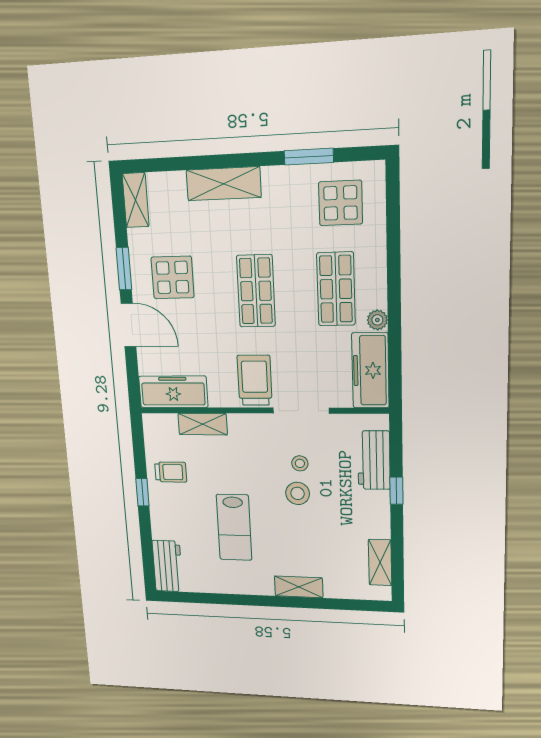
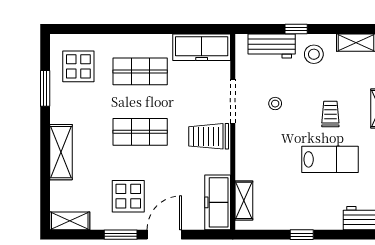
plant: (377, 320) -> (164, 41), removed
shelving: (203, 424) -> (244, 200), moved
trolley: (171, 472) -> (330, 114), moved
stool: (298, 493) -> (314, 54), moved

